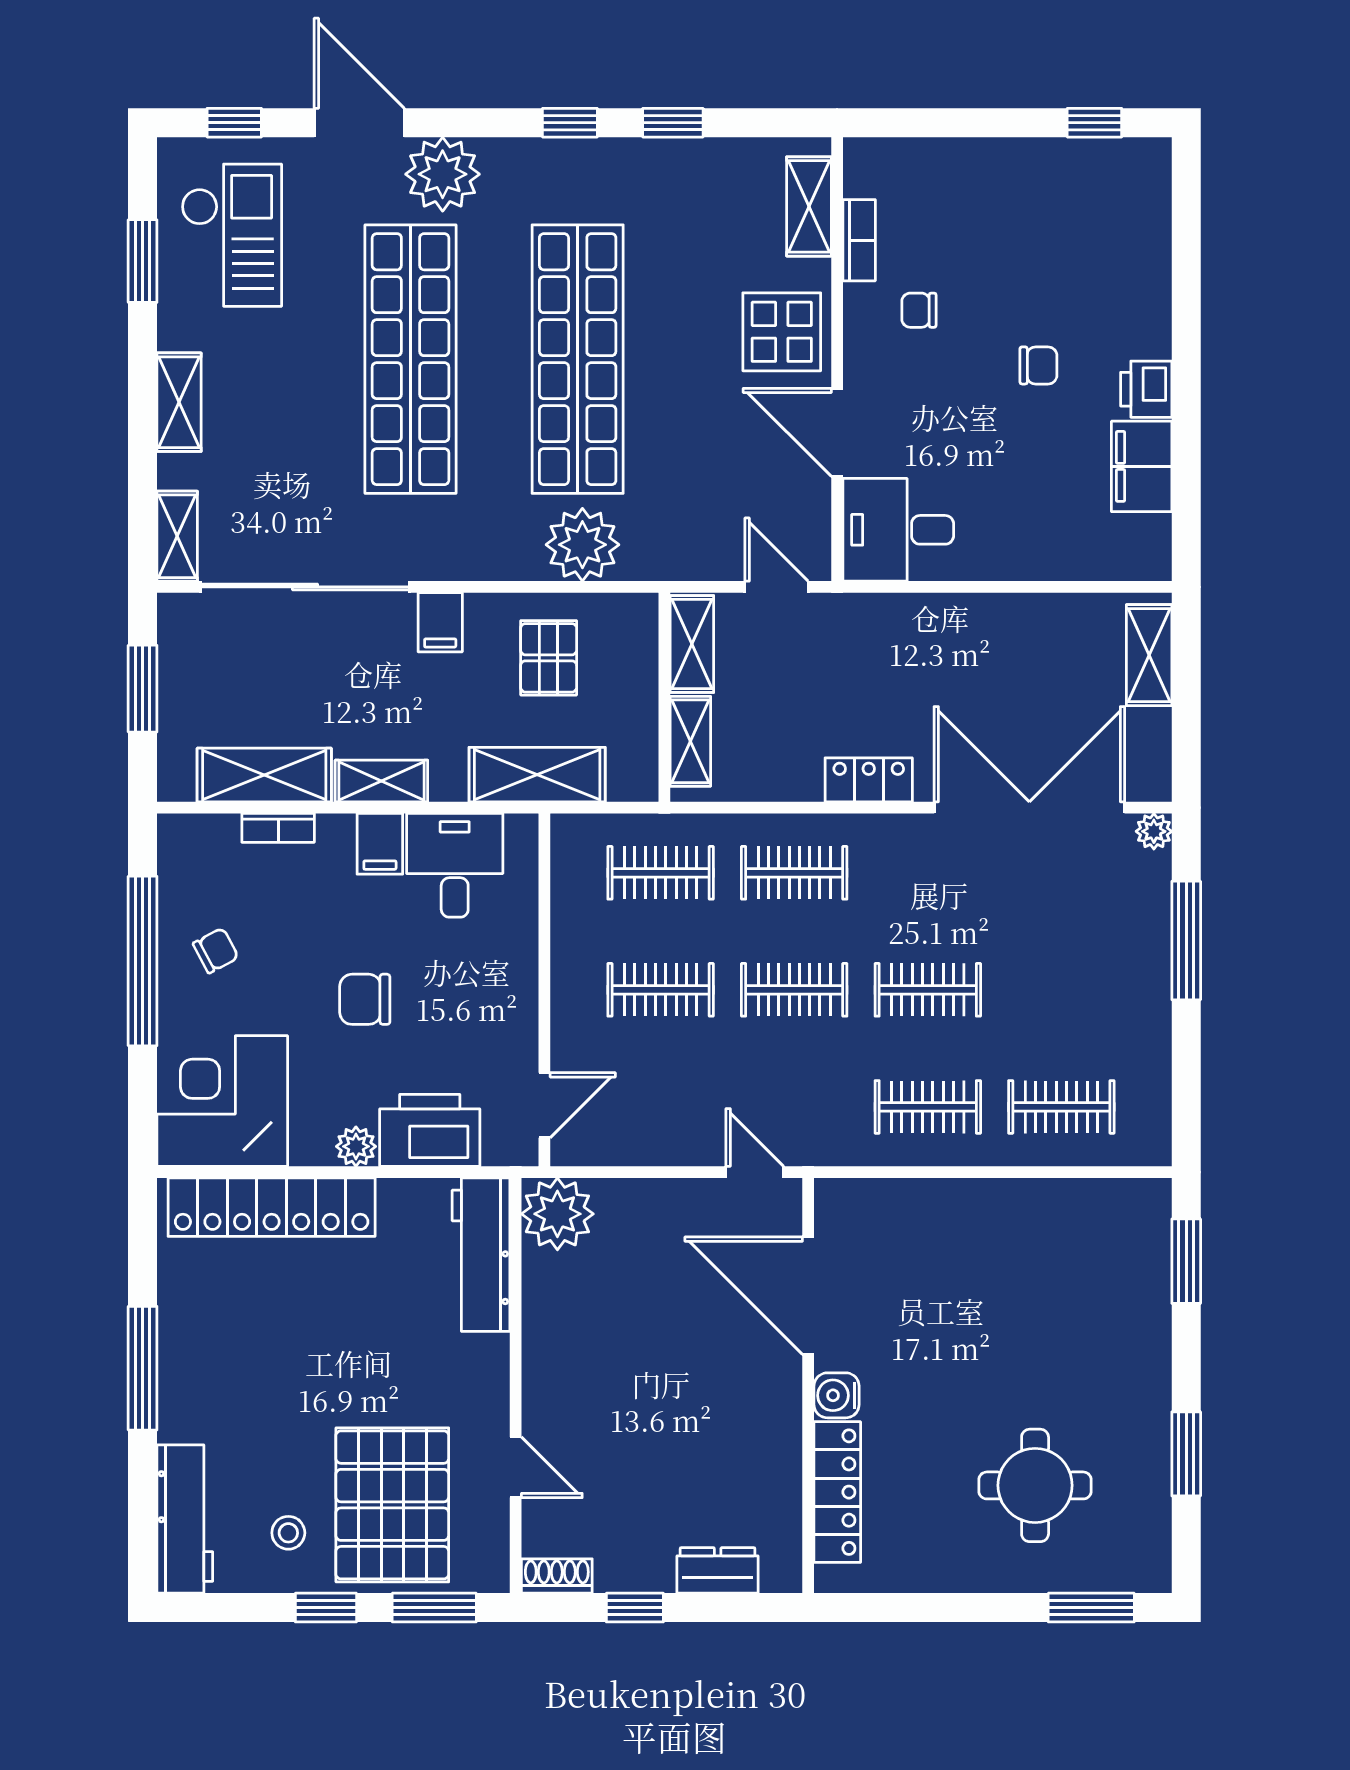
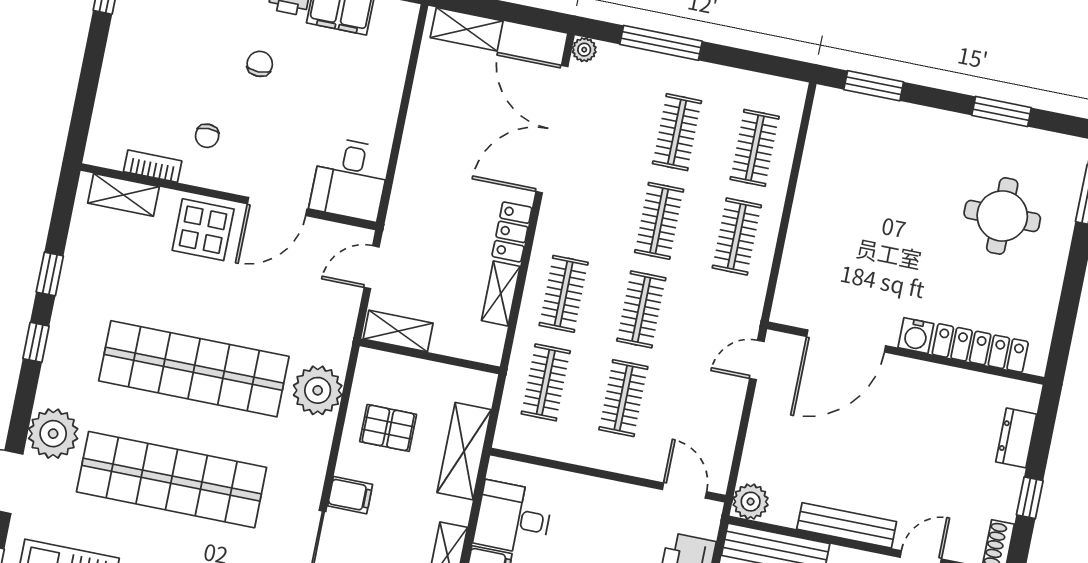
shelving: (690, 741) -> (501, 293), moved, turned 90
clothes rail: (1061, 990) -> (677, 132), added
plant: (557, 1214) -> (751, 502), width x0.73, depth x0.73
bench: (541, 1350) -> (847, 525), added

